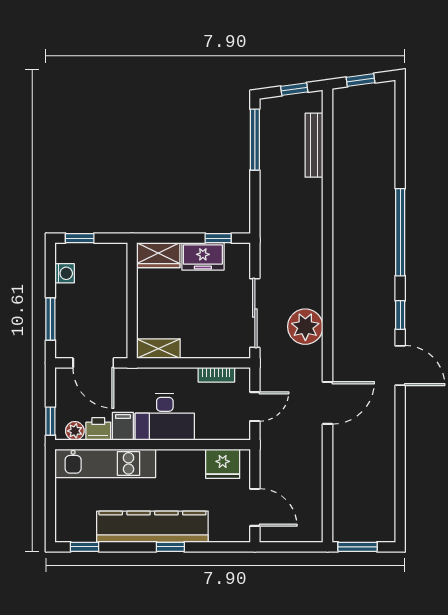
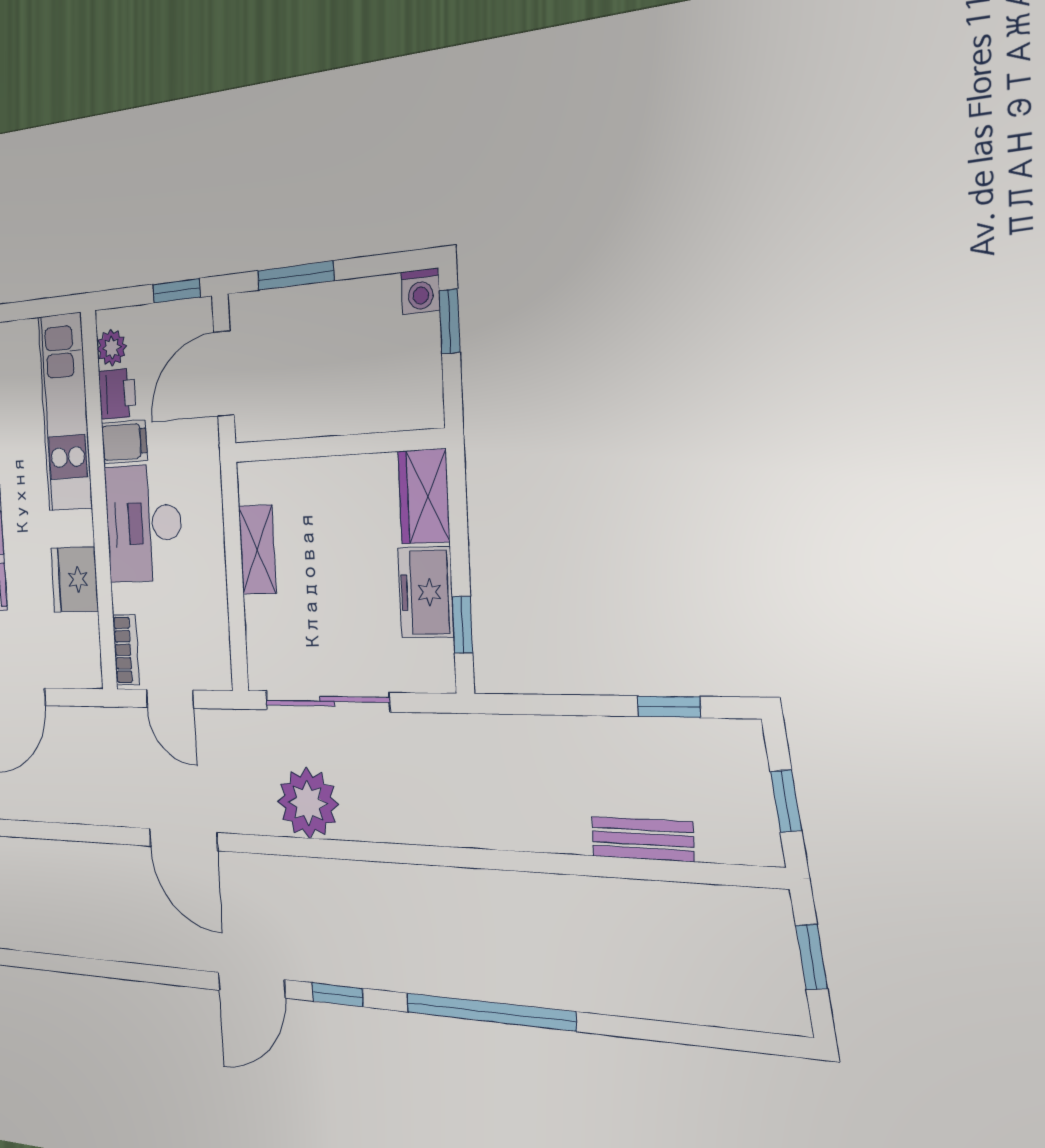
window: (255, 140) -> (669, 707), width x0.46
bench: (314, 145) -> (643, 839), width x0.73
washing machine: (65, 273) -> (421, 291), moved
shelving: (158, 349) -> (257, 550), moved
bookcase: (216, 375) -> (126, 650), moved, turned 180
window: (50, 421) -> (176, 291), moved
fridge: (223, 464) -> (75, 579), moved

